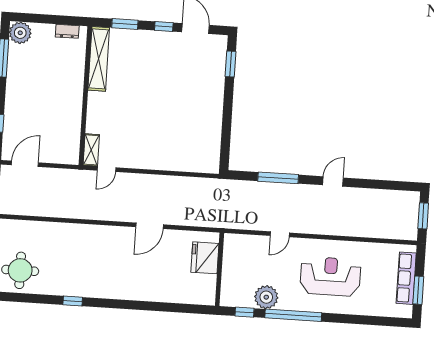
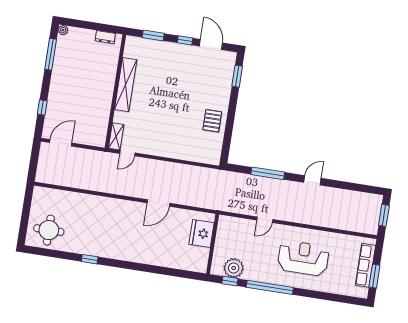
plant: (20, 33) -> (63, 30), width x0.53, depth x0.53
shelving: (99, 59) -> (126, 85), moved
pallet: (205, 120) -> (212, 121), added
plant: (266, 297) -> (234, 268), moved

